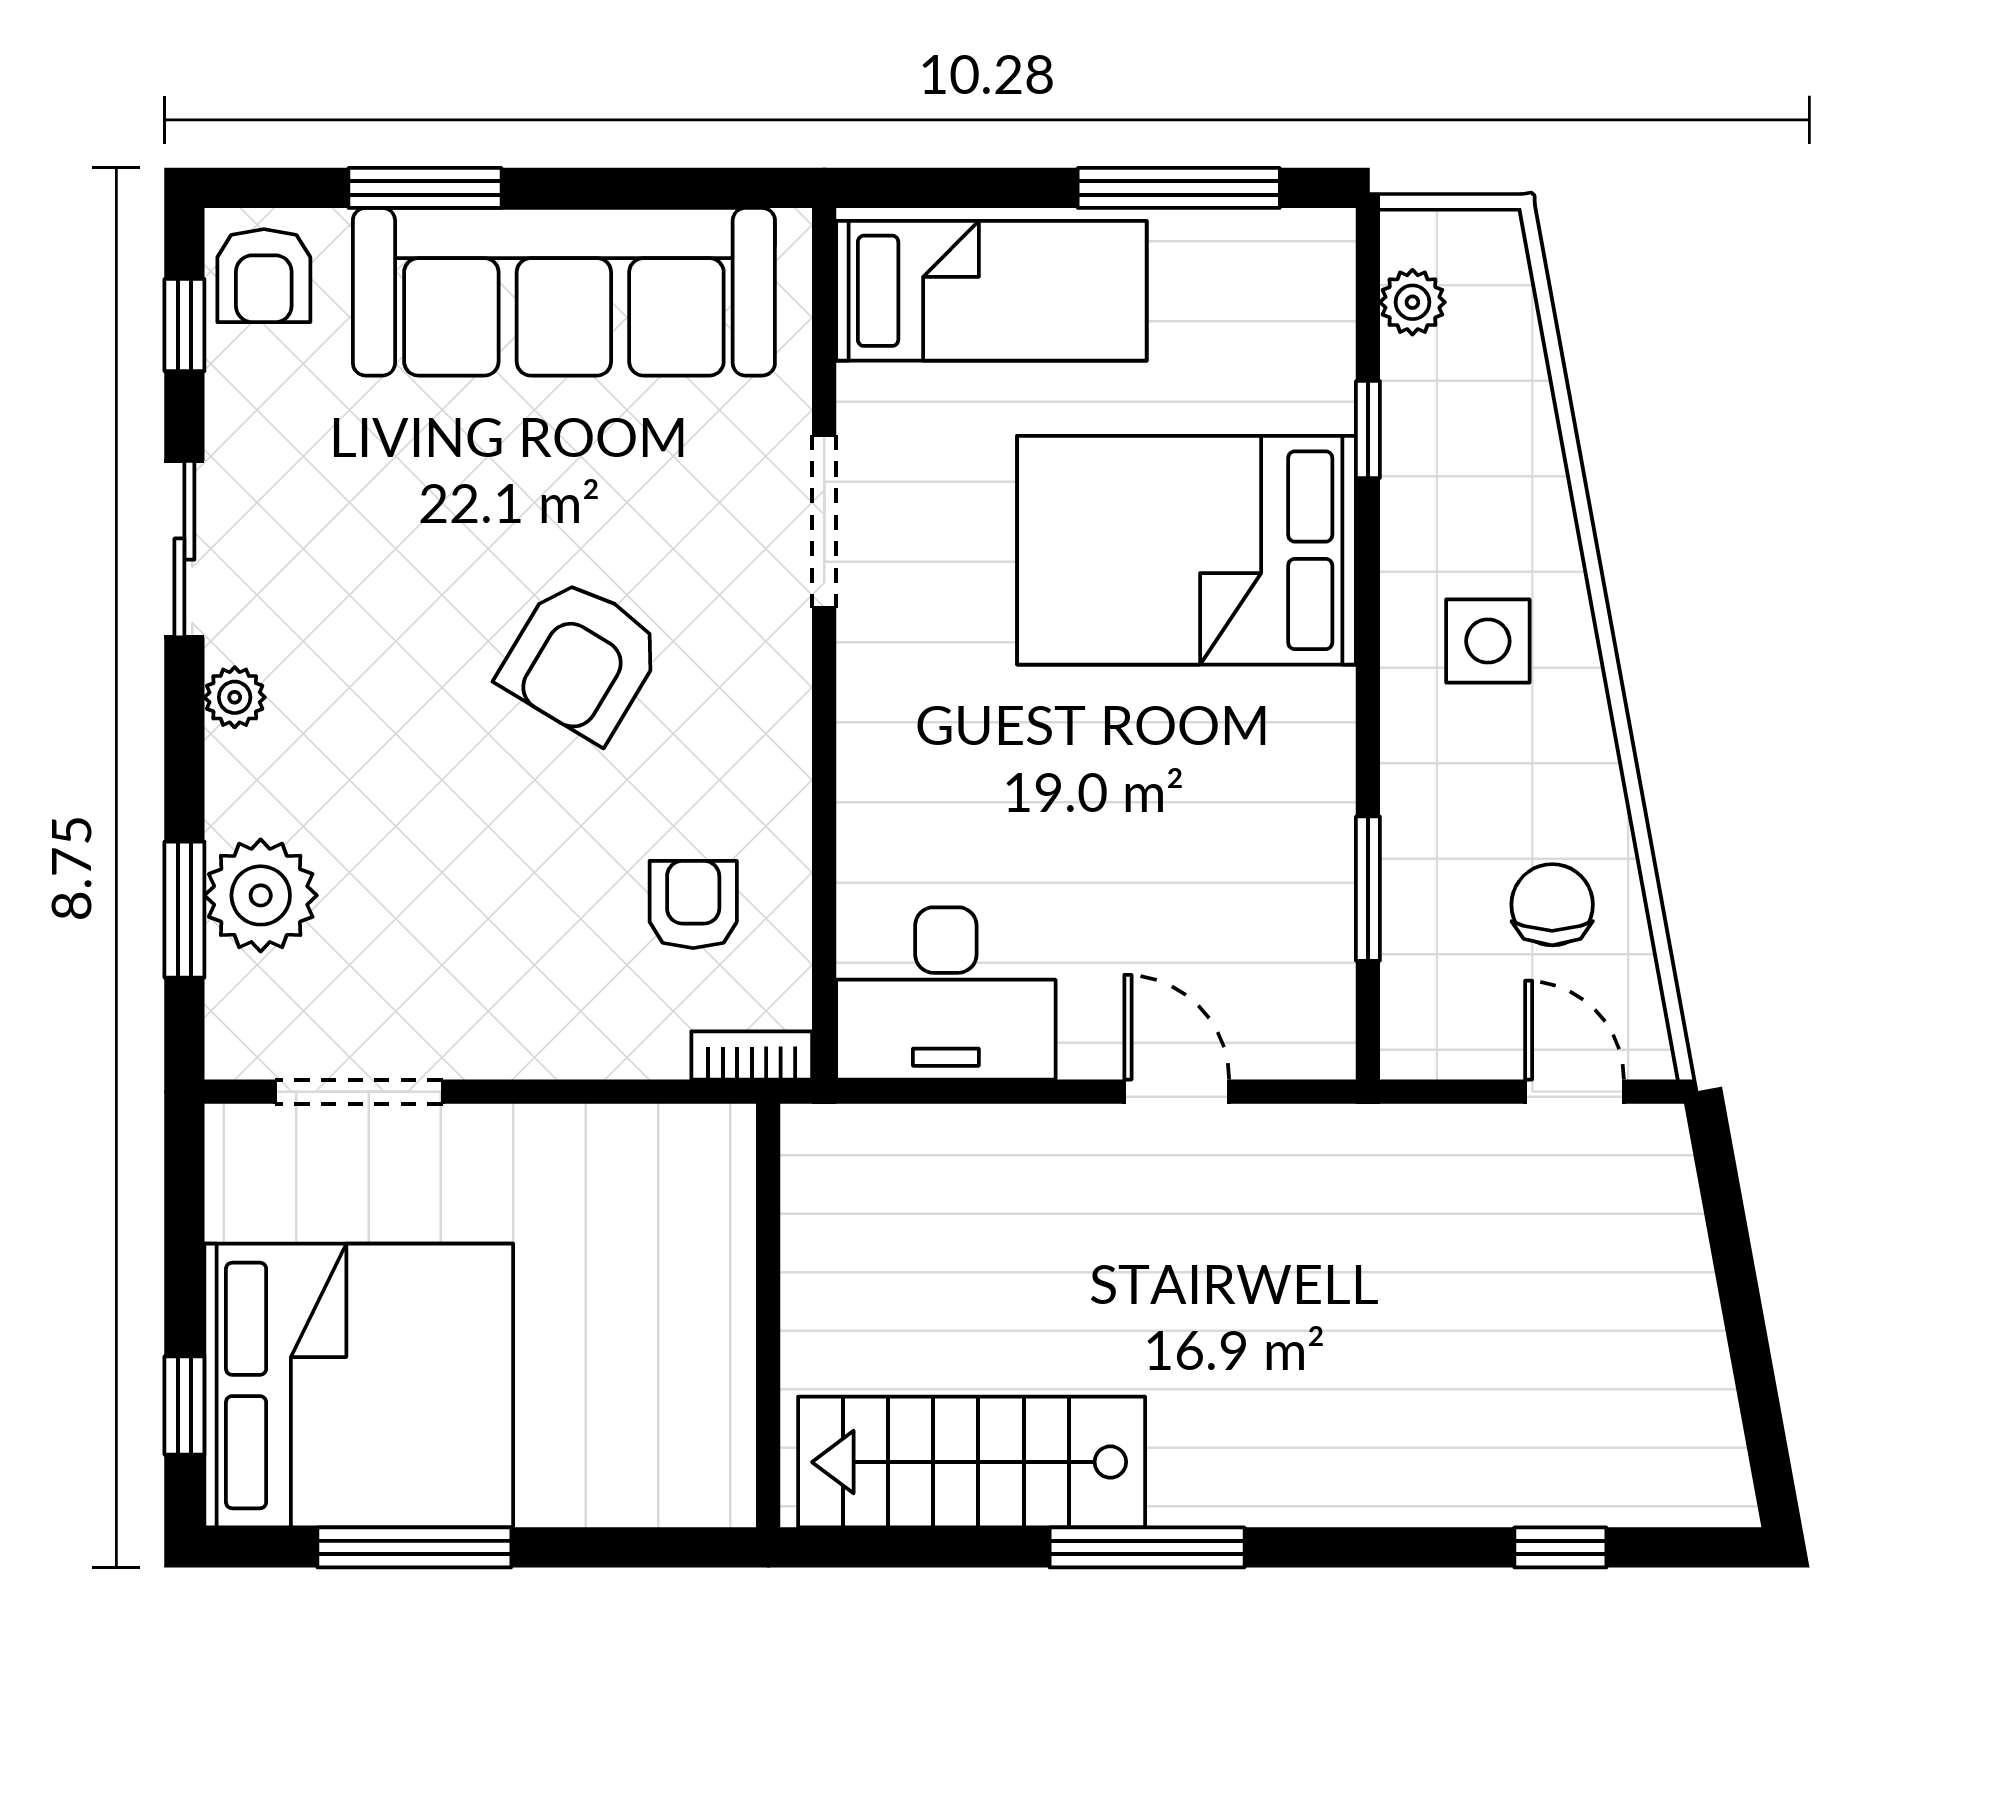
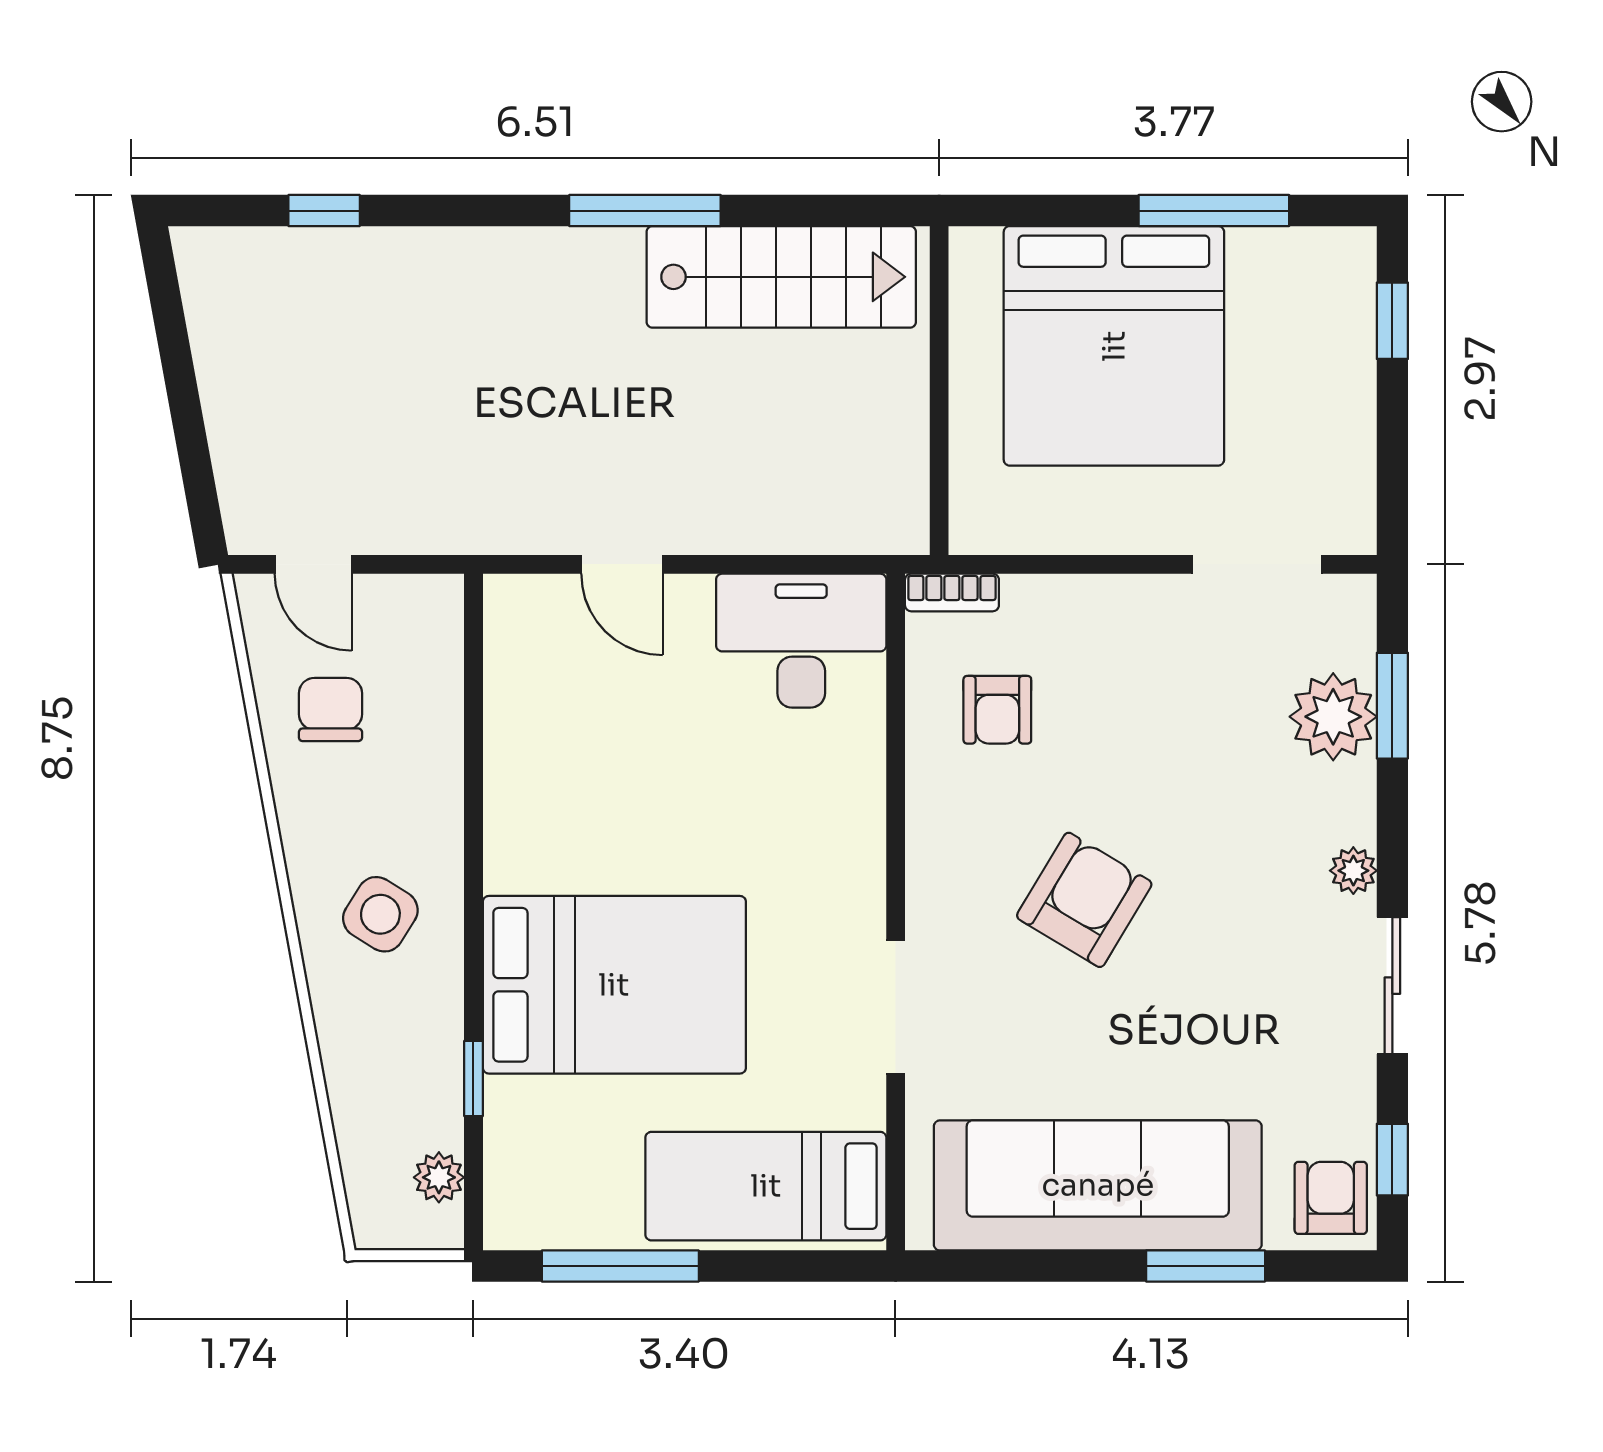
side table: (1488, 641) -> (380, 914), turned 32
window: (1368, 889) -> (473, 722), removed
chair: (1552, 905) -> (330, 710), turned 180
bed: (359, 1385) -> (1114, 346), moved, turned -90

